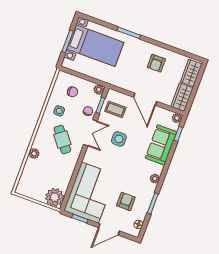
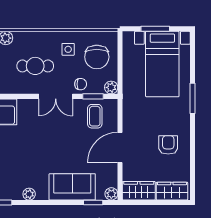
armchair: (156, 63) -> (168, 145), turned 90
chair: (72, 92) -> (97, 57), width x1.87, depth x1.87
cafe table: (62, 139) -> (35, 66), turned 38
side table: (119, 139) -> (61, 134), removed

